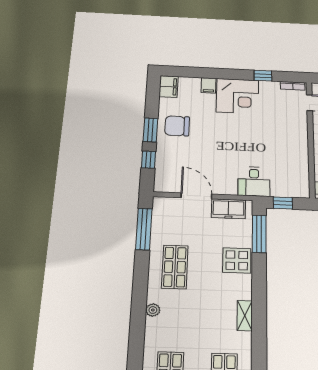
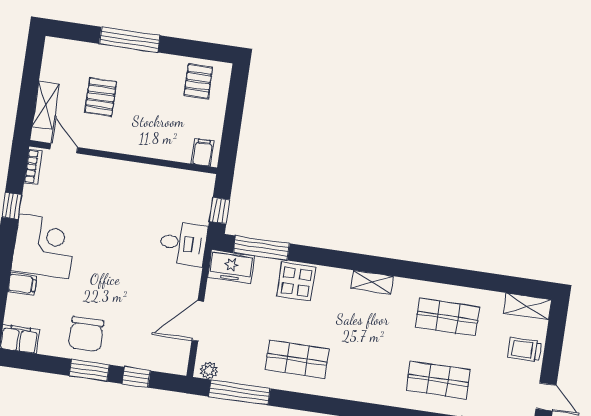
freezer: (229, 209) -> (231, 266), moved, turned 90
plant: (153, 310) -> (209, 370), moved

